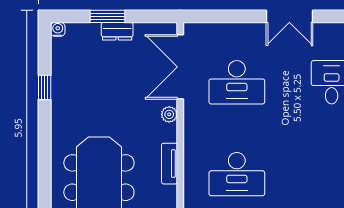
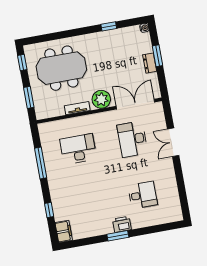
double door: (289, 16) -> (173, 142), moved
plant: (169, 114) -> (101, 99), width x1.87, depth x1.87
desk: (237, 174) -> (78, 149), turned 90

